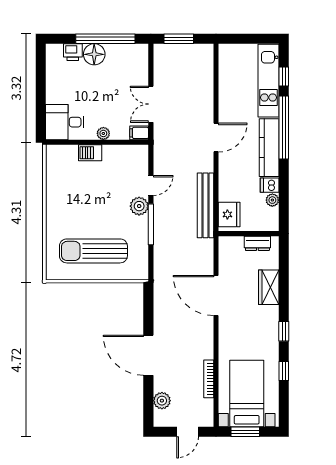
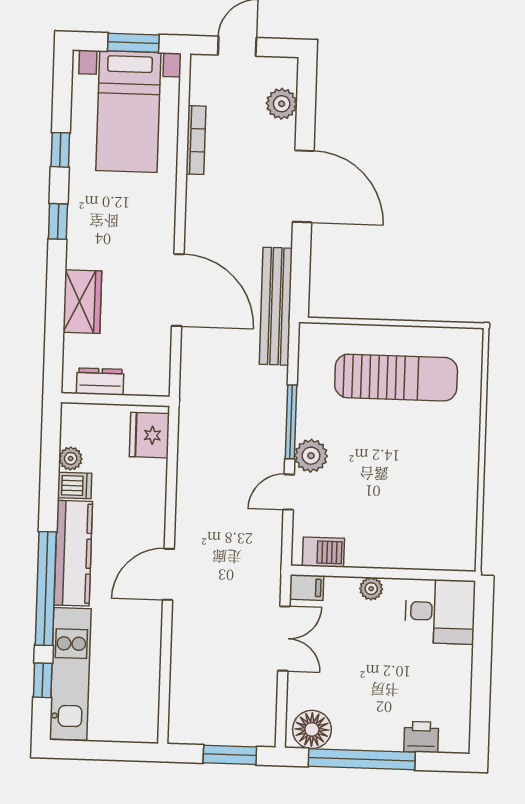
floor lamp: (94, 54) -> (312, 729), moved
barbecue: (90, 153) -> (323, 552), moved
bench: (206, 205) -> (276, 306), moved

